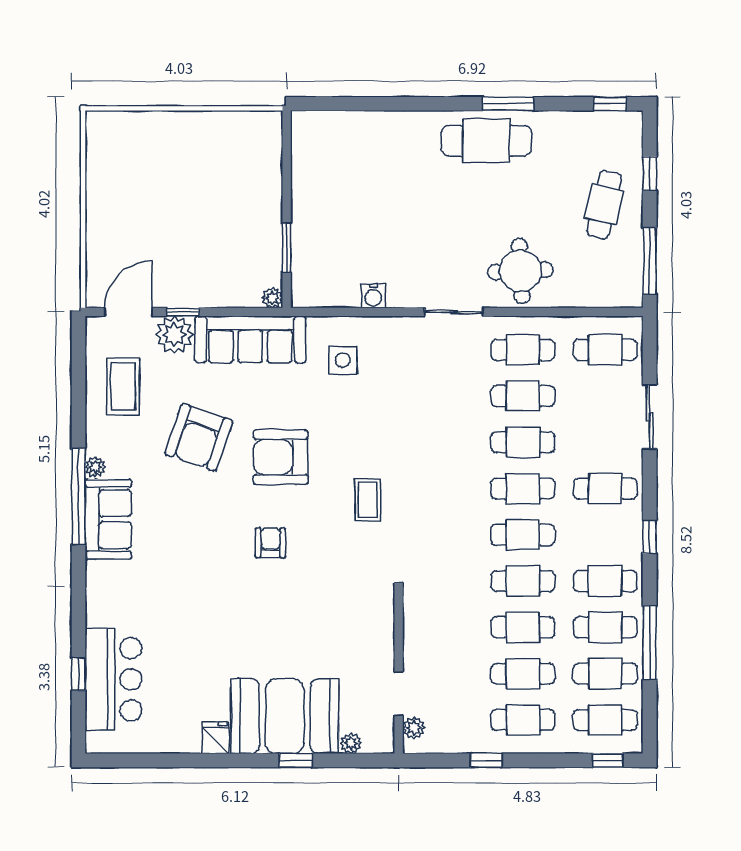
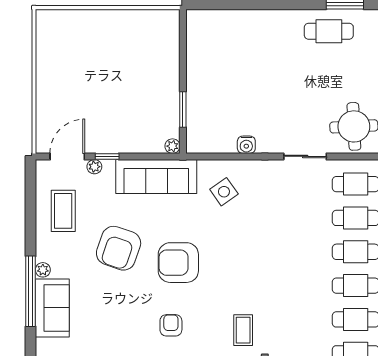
cafe table: (486, 141) -> (329, 31), width x0.73, depth x0.74
plant: (174, 335) -> (94, 167), width x0.53, depth x0.53
side table: (343, 360) -> (224, 192), turned -35
coffee table: (368, 500) -> (243, 330), moved

